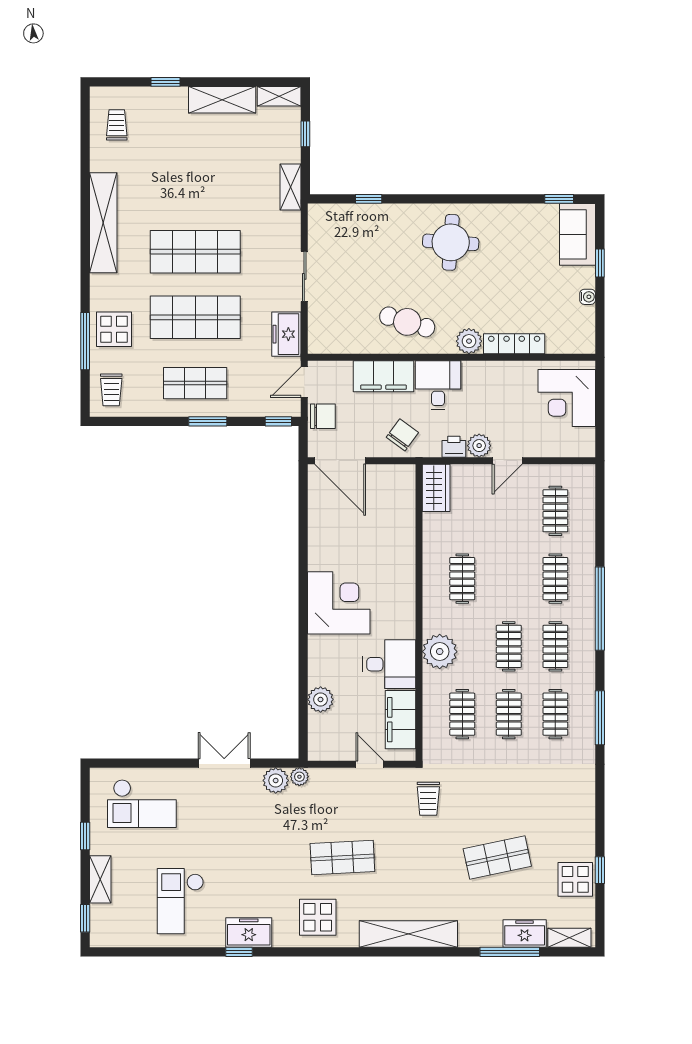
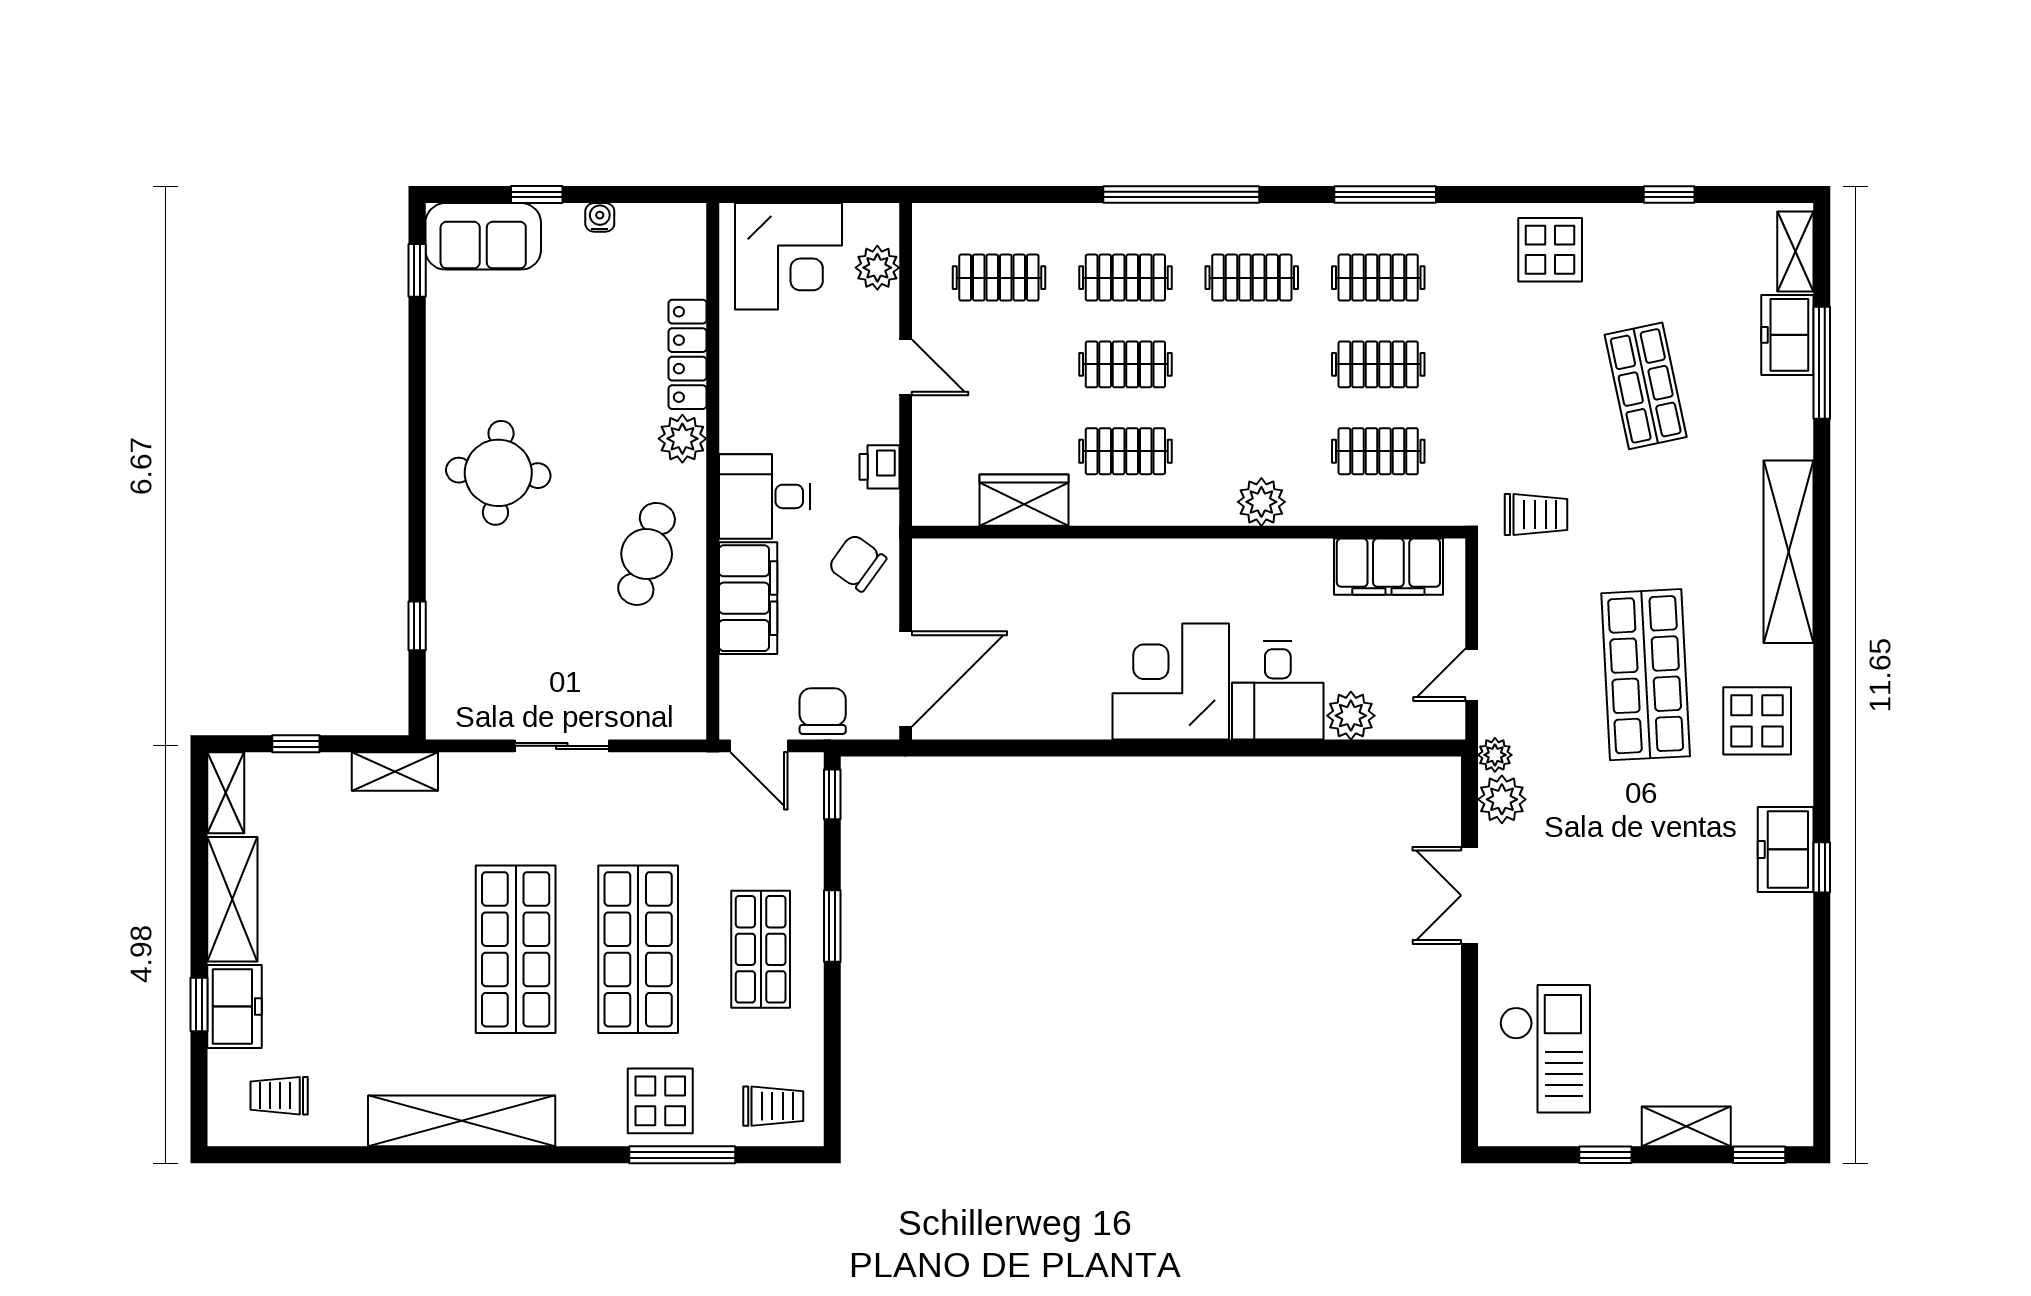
freezer: (286, 334) -> (234, 1006), moved, turned -90
plant: (479, 446) -> (877, 268), moved
wardrobe: (436, 488) -> (1024, 500), moved
clothes rail: (509, 646) -> (1125, 364), moved
plant: (440, 652) -> (1261, 502), width x0.73, depth x0.73
desk: (389, 664) -> (1278, 690), moved, turned 180
door: (370, 764) -> (1472, 675), moved
shop shelf: (342, 858) -> (1646, 675), width x1.43, depth x1.36
display table: (575, 879) -> (1550, 250), moved
checkout: (180, 901) -> (1727, 977), removed

